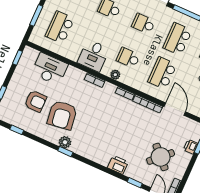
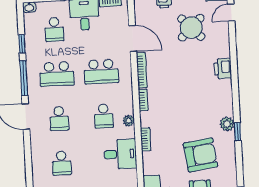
door: (175, 109) -> (133, 39), swing flipped
plant: (65, 142) -> (227, 124), moved
window: (135, 183) -> (233, 41), removed

